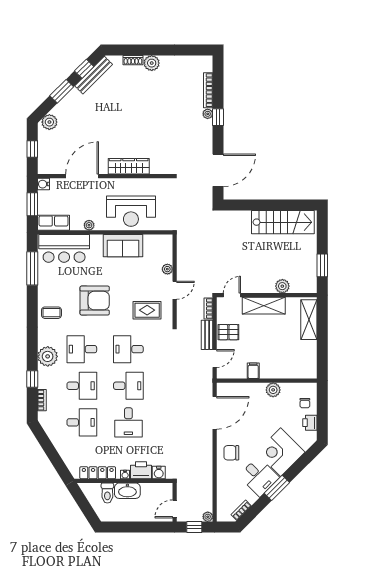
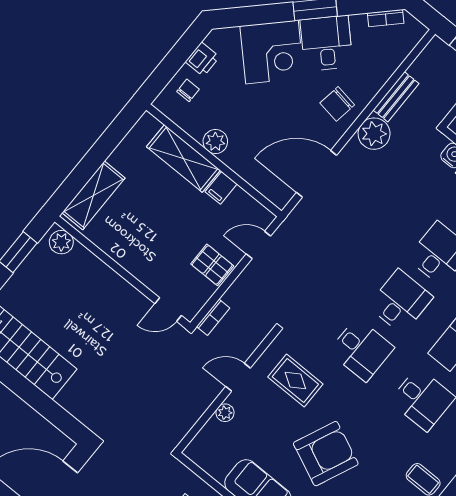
plant: (282, 286) -> (61, 242), moved
armchair: (95, 301) -> (326, 454), moved, turned 114
shelving: (264, 306) -> (183, 158), moved
bench: (207, 335) -> (396, 97), moved
desk: (128, 386) -> (400, 302), turned 90
chair: (231, 453) -> (337, 104), turned 99
plant: (208, 517) -> (374, 134), moved, width x1.87, depth x1.87

